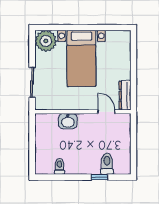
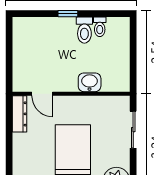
toilet: (107, 164) -> (84, 30), moved
window: (99, 177) -> (68, 14), moved

